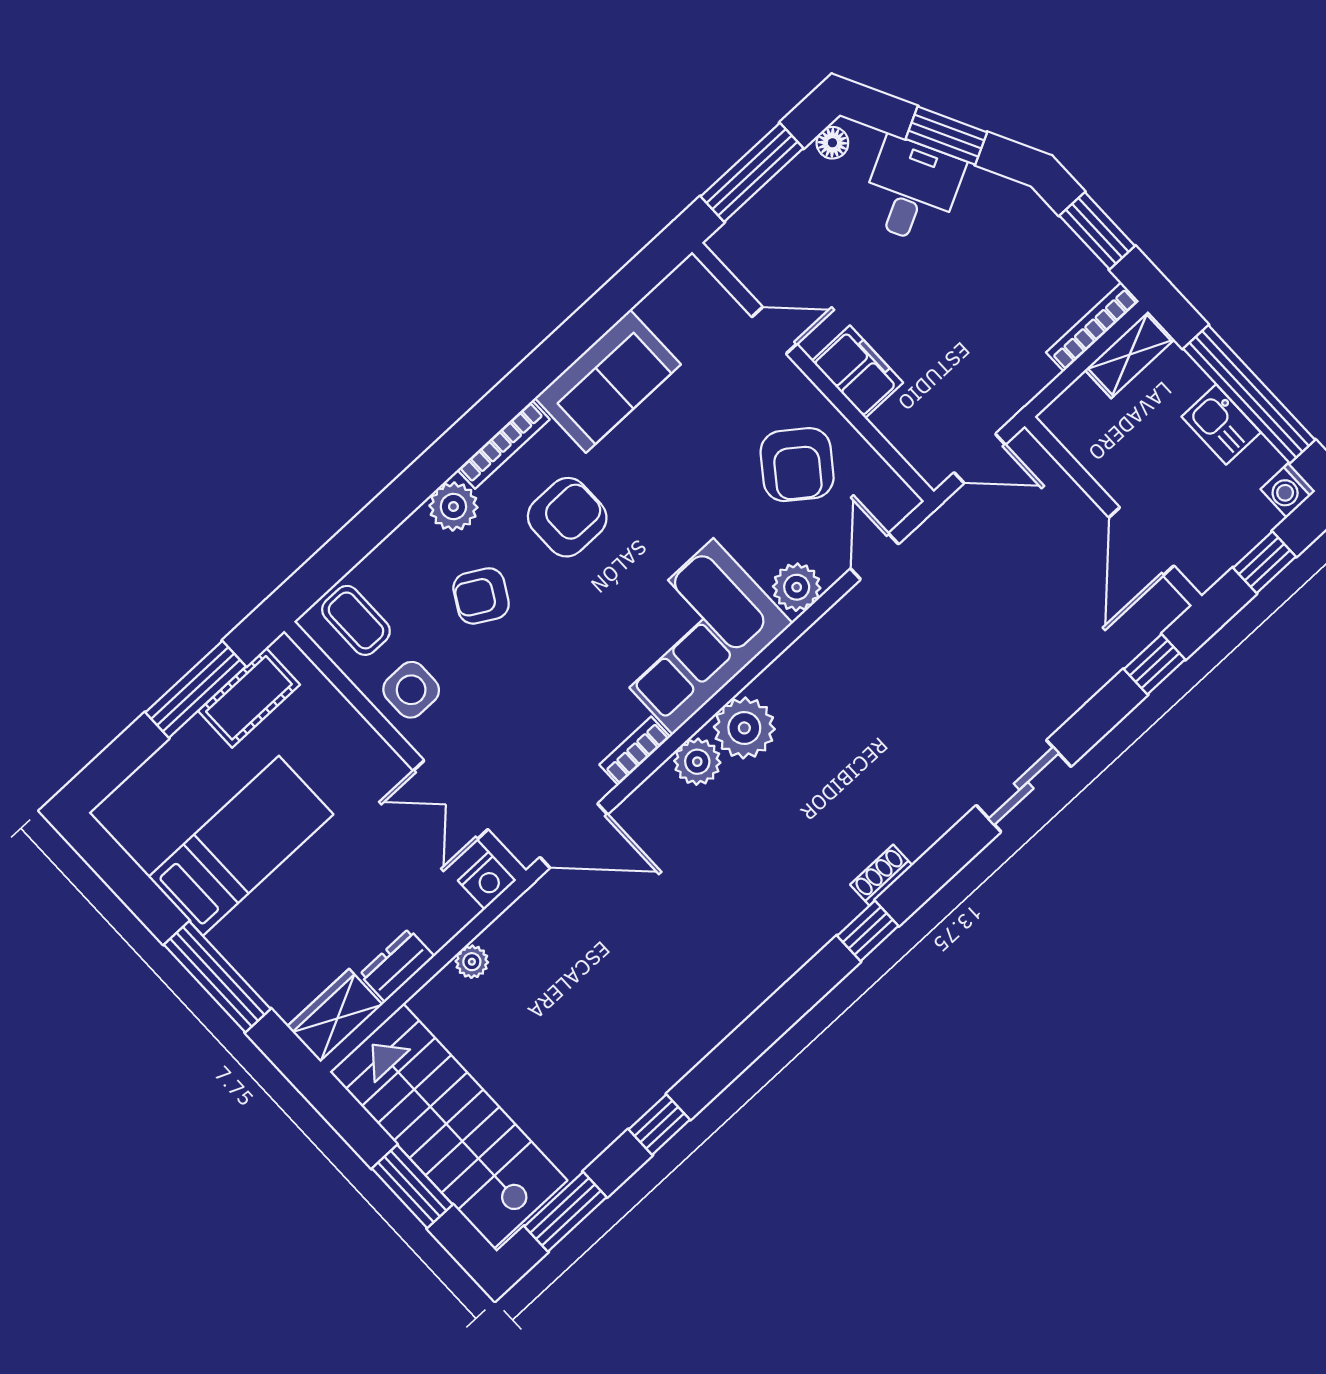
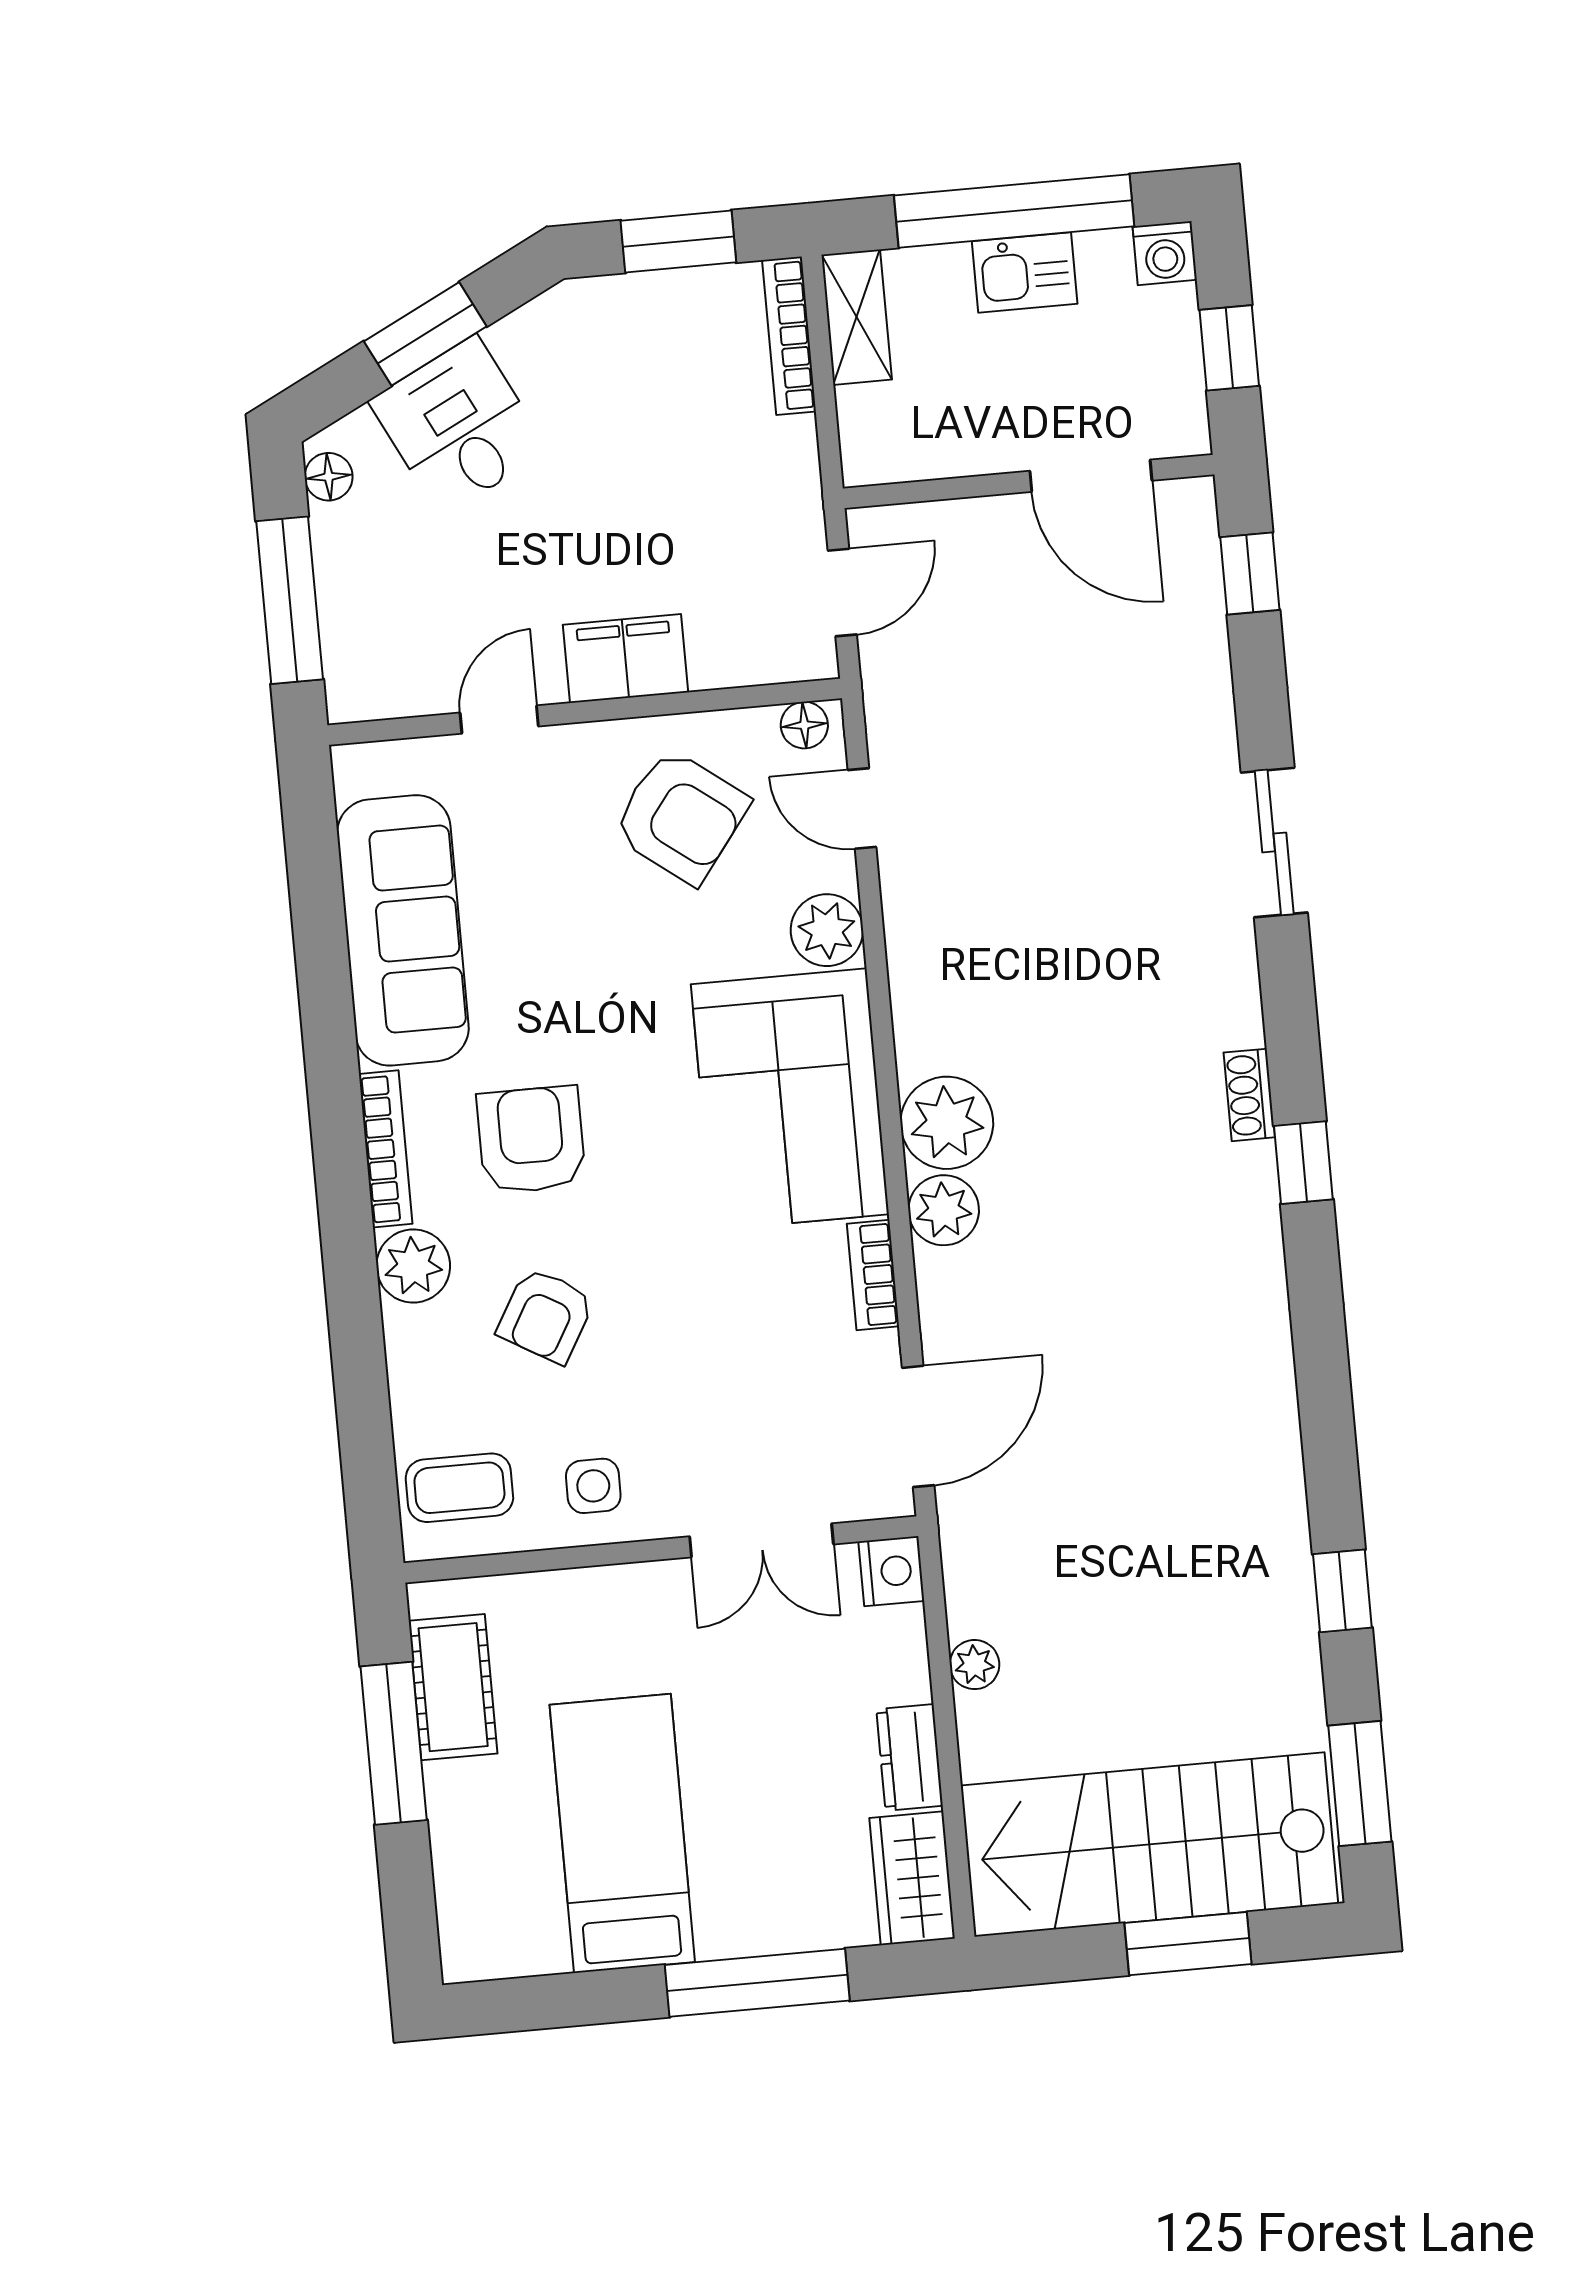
sofa: (608, 381) -> (403, 930), width x1.36
floor lamp: (895, 492) -> (804, 725), added
side table: (411, 690) -> (593, 1486), width x0.73, depth x0.73

